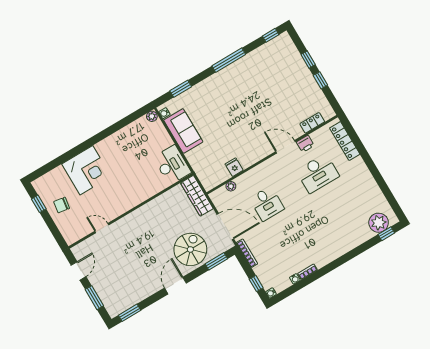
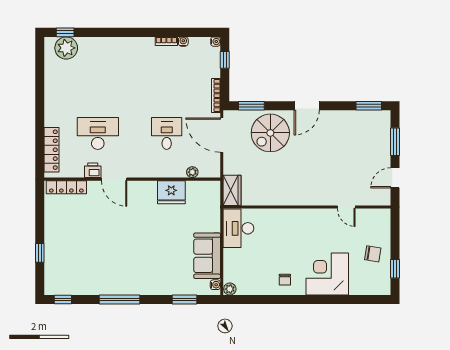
window: (320, 80) -> (40, 225), removed
locker: (312, 123) -> (66, 187), width x1.53
chair: (115, 147) -> (285, 280), added
fridge: (234, 167) -> (171, 192), width x1.88, depth x1.34
wardrobe: (197, 196) -> (232, 190), width x0.67

